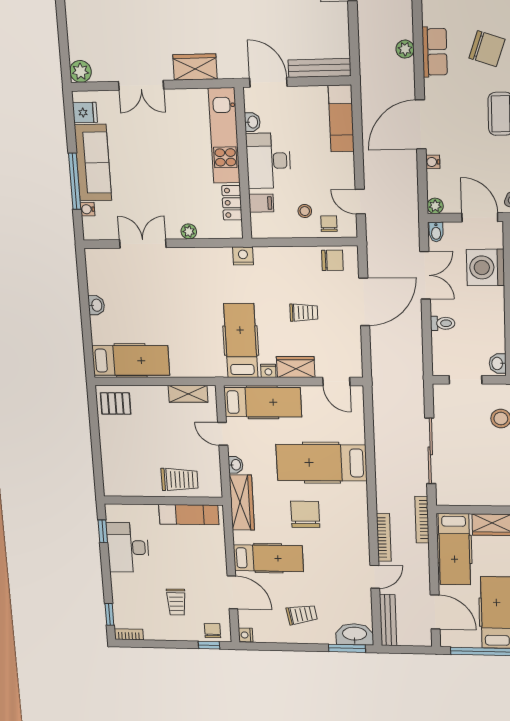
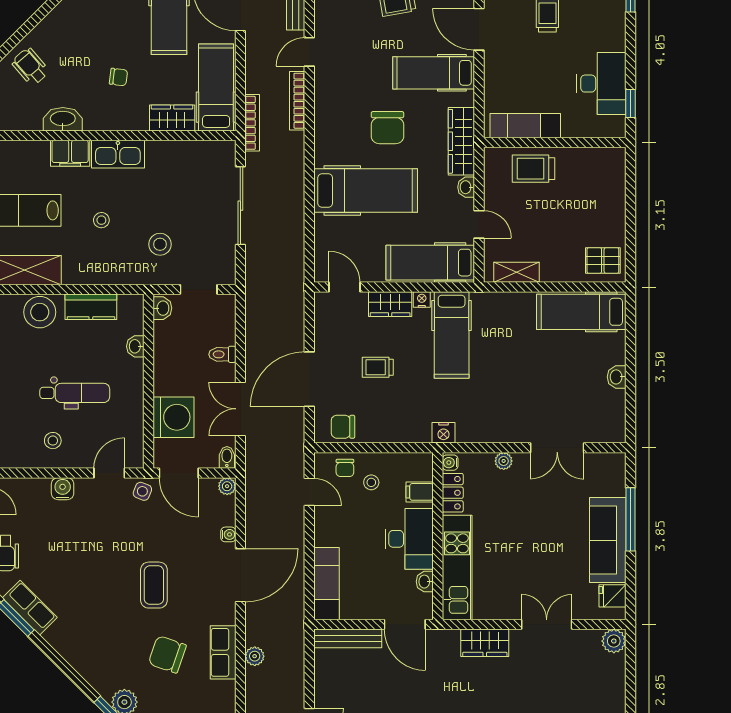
water cooler: (88, 209) -> (450, 463), moved, turned 180

